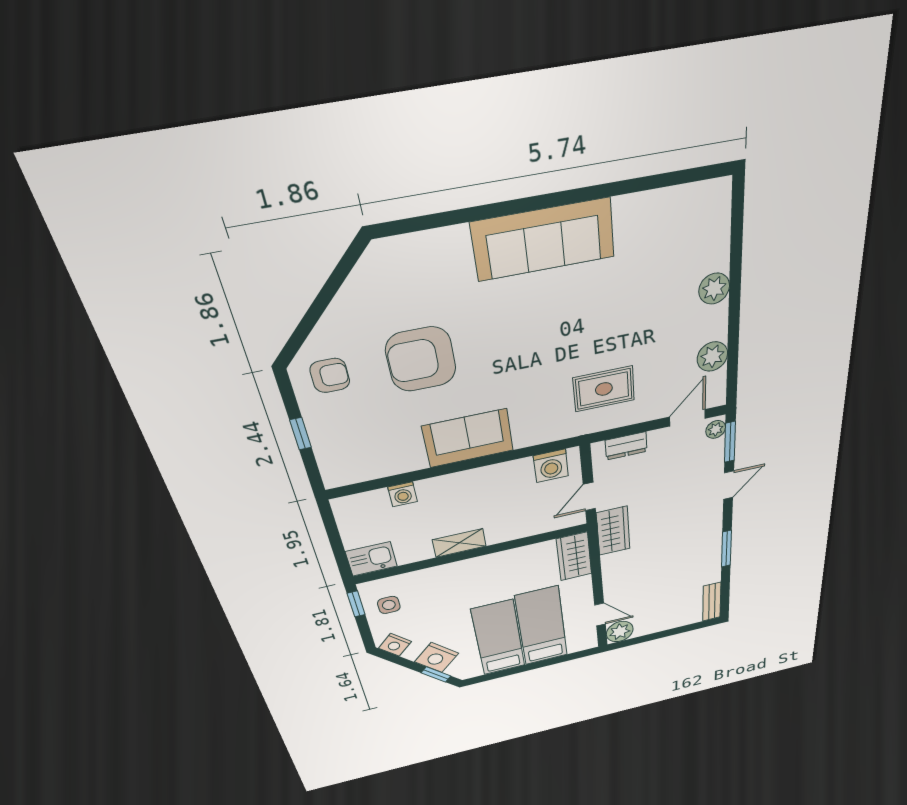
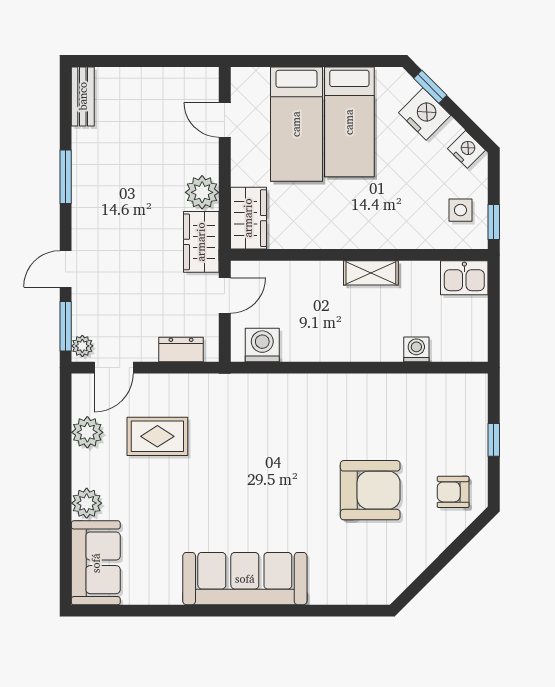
rug: (604, 389) -> (157, 436), moved
sofa: (468, 438) -> (96, 563), moved, turned -90
plant: (620, 632) -> (202, 192), moved

